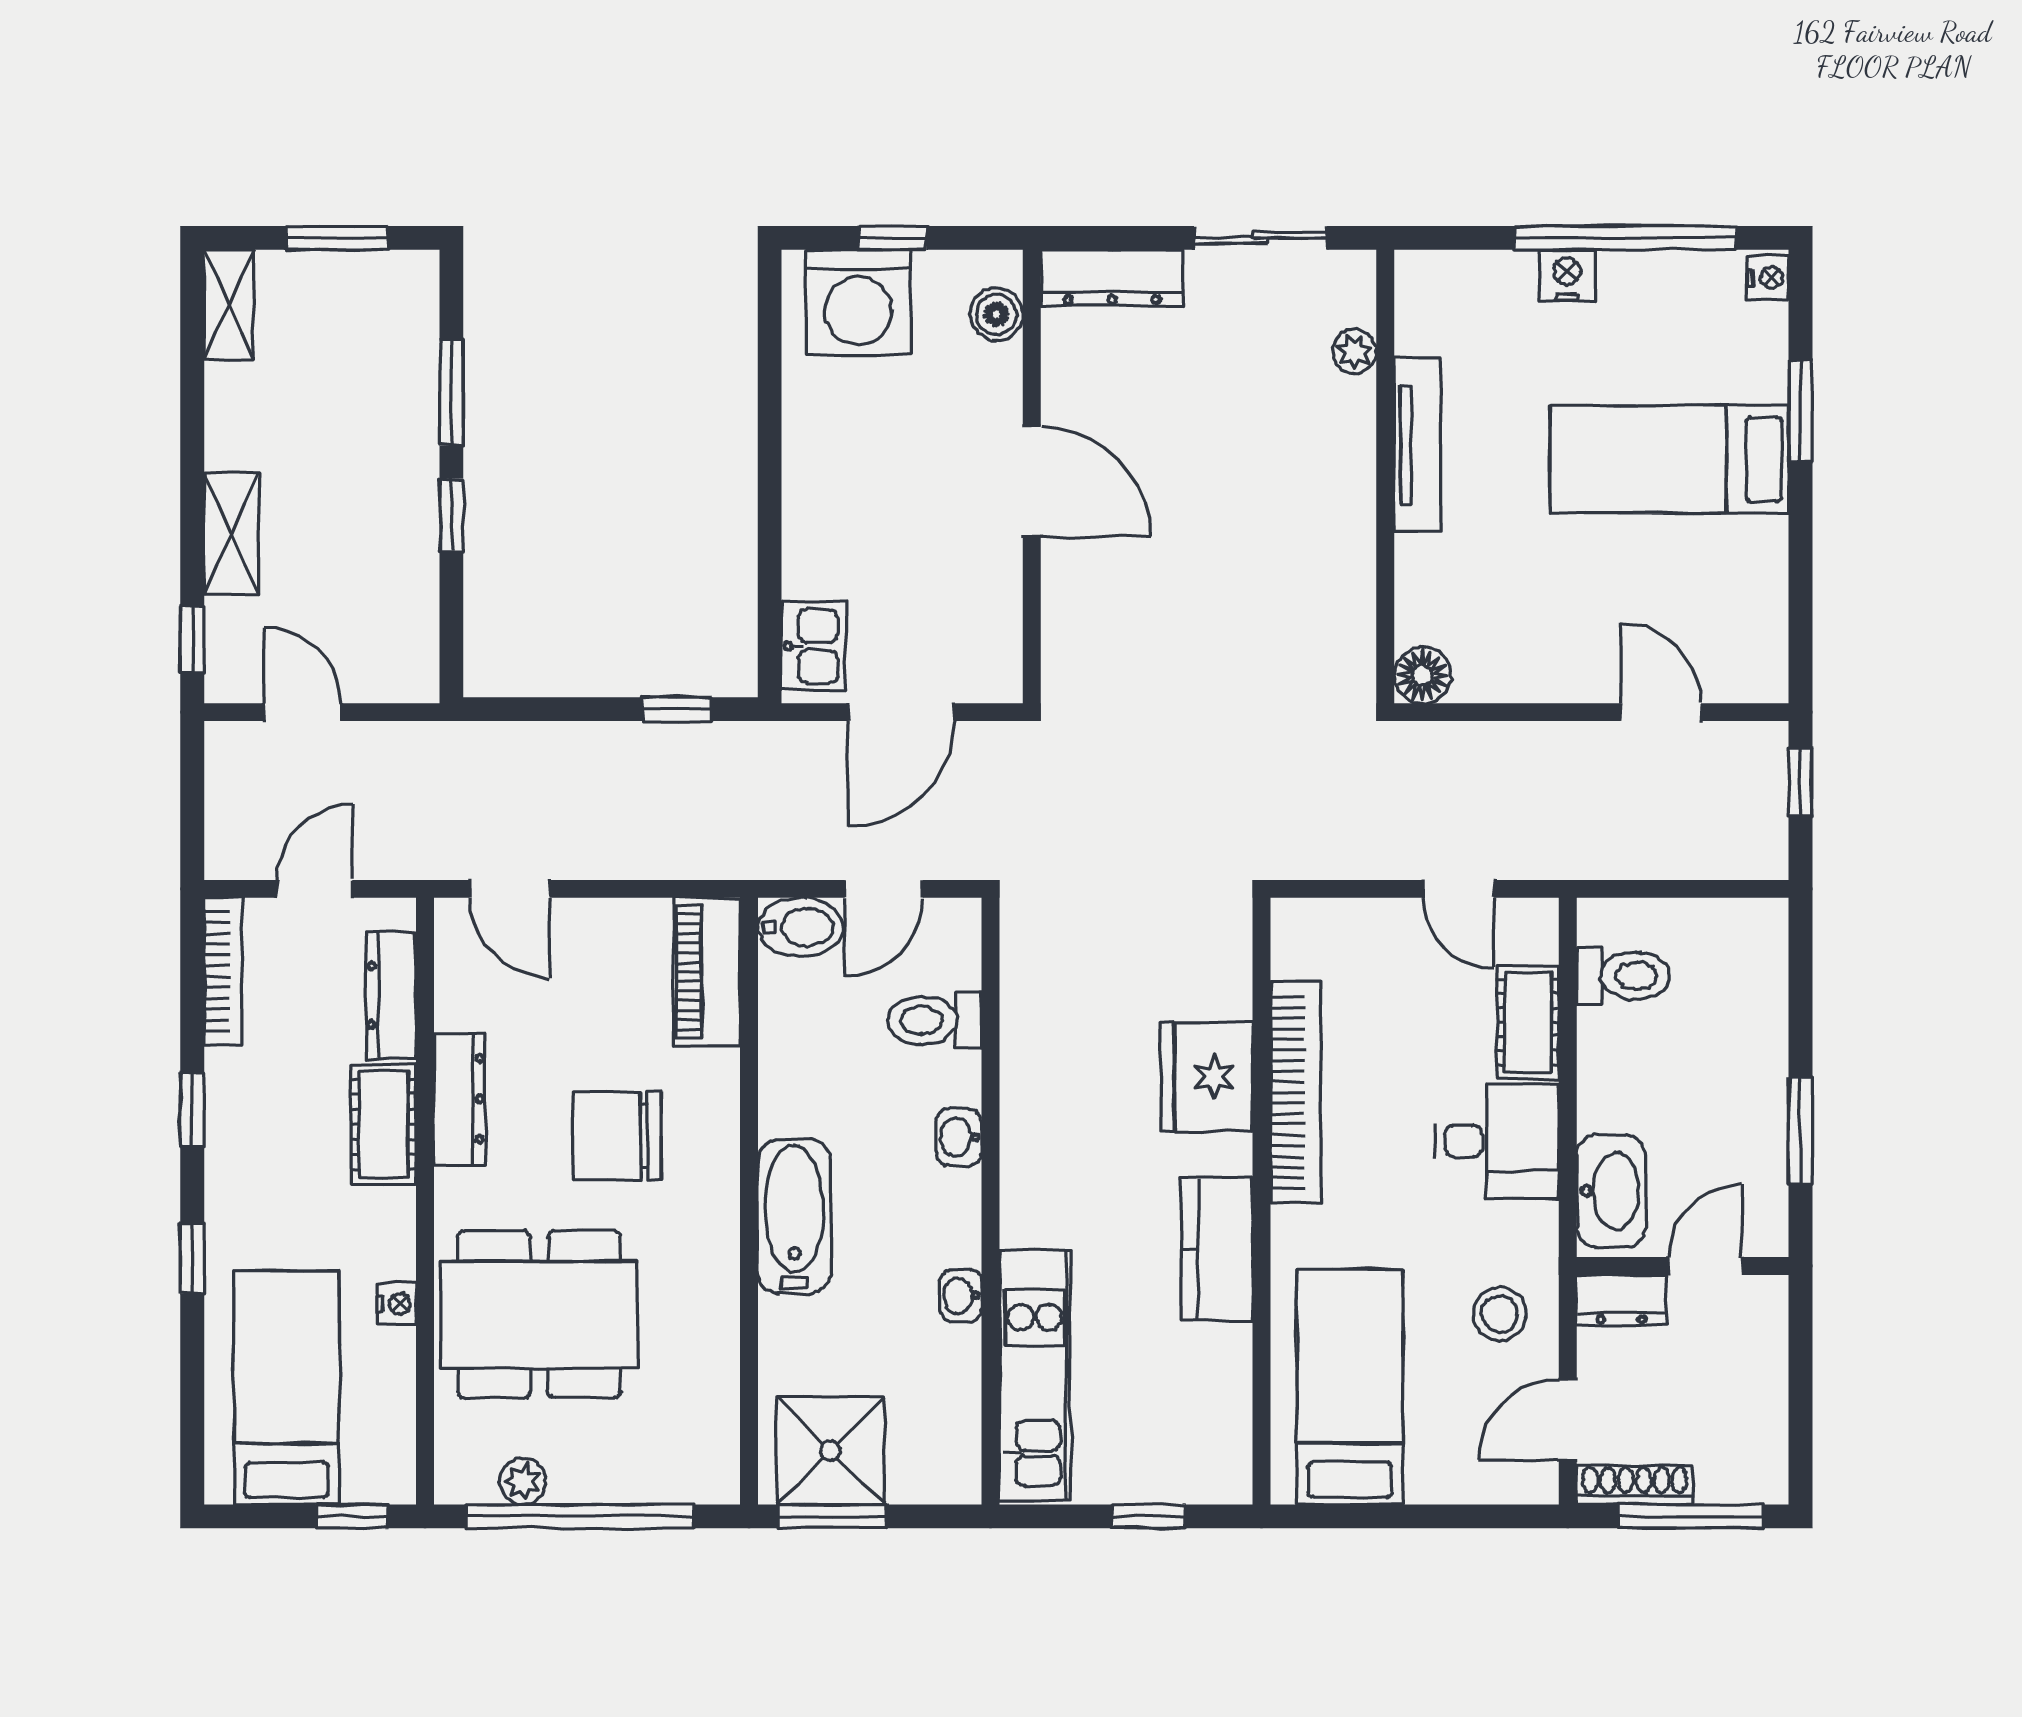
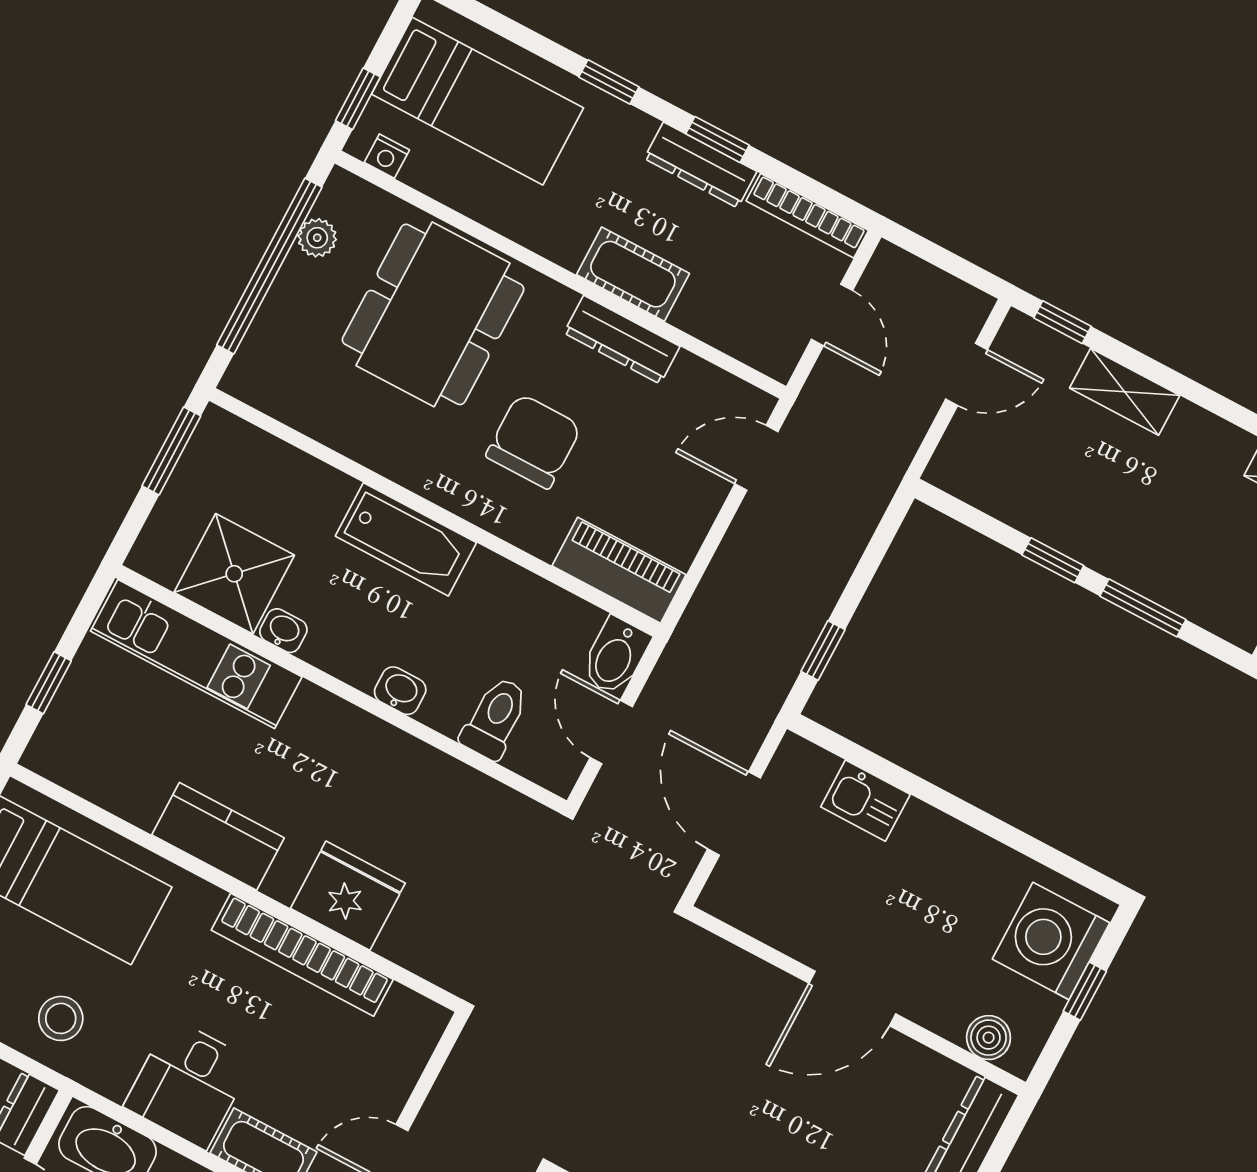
kitchen sink: (813, 646) -> (865, 801), moved
dresser: (391, 995) -> (700, 165), moved, turned 180
nightstand: (397, 1304) -> (387, 156), moved
shower: (830, 1451) -> (234, 574), moved

